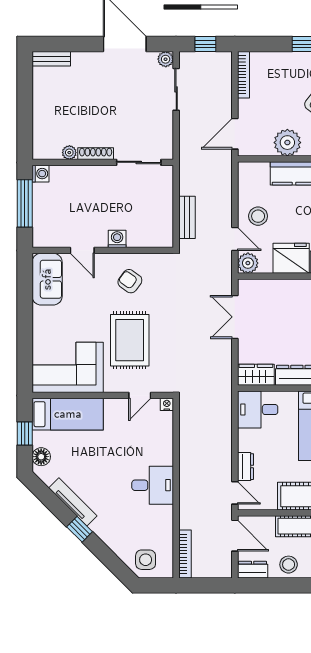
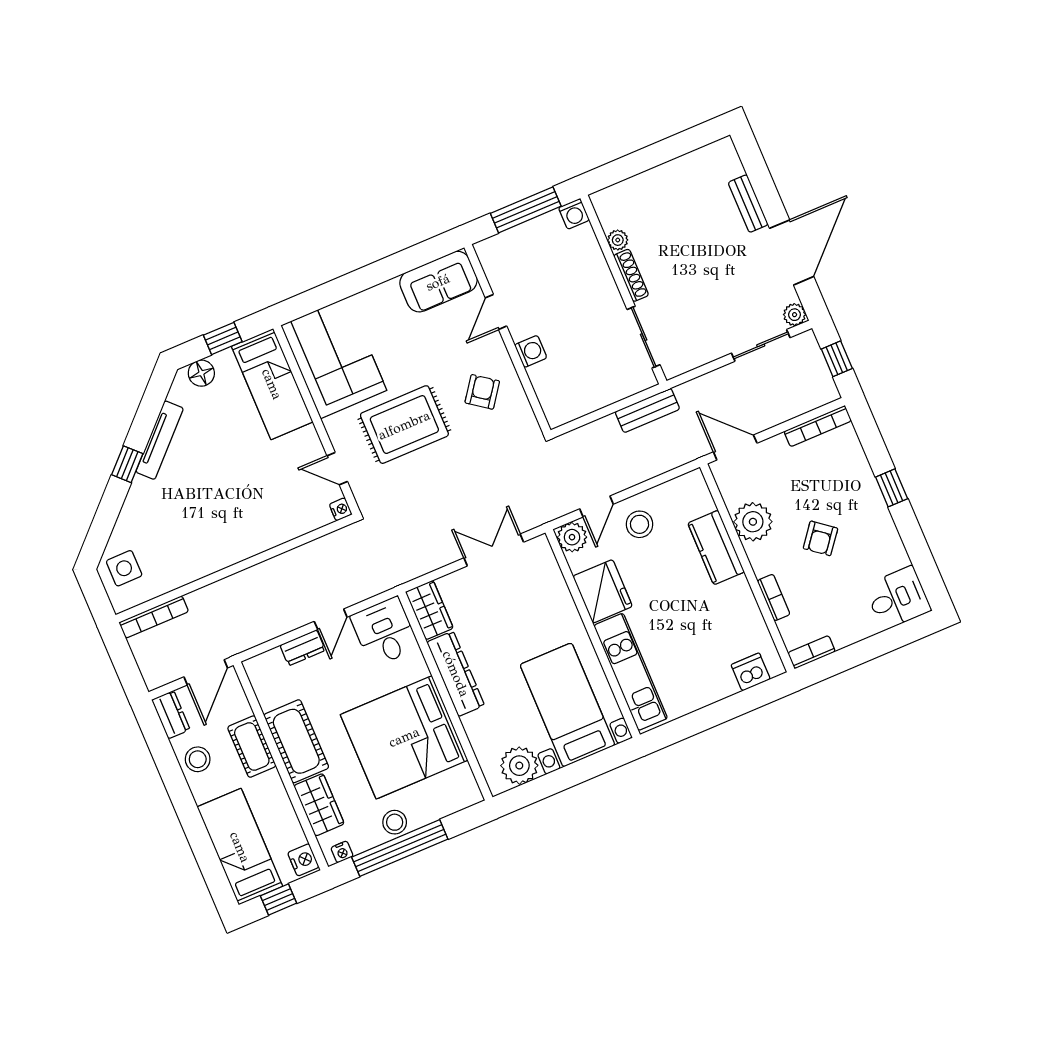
bench: (51, 59) -> (748, 204), moved
bench: (187, 217) -> (647, 410), moved
desk: (153, 485) -> (226, 536), removed
door: (235, 493) -> (331, 619), moved

